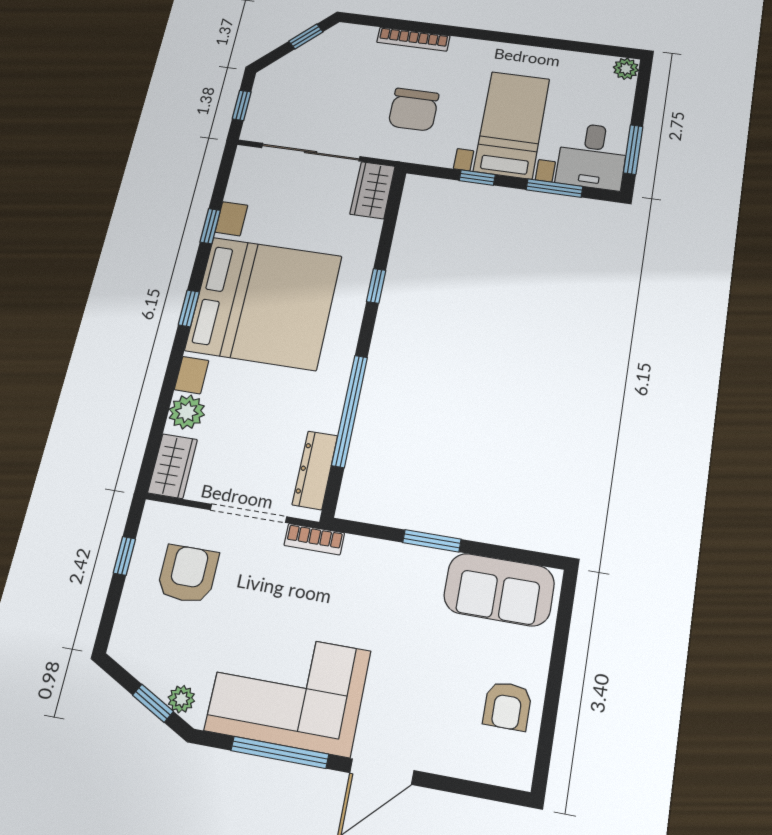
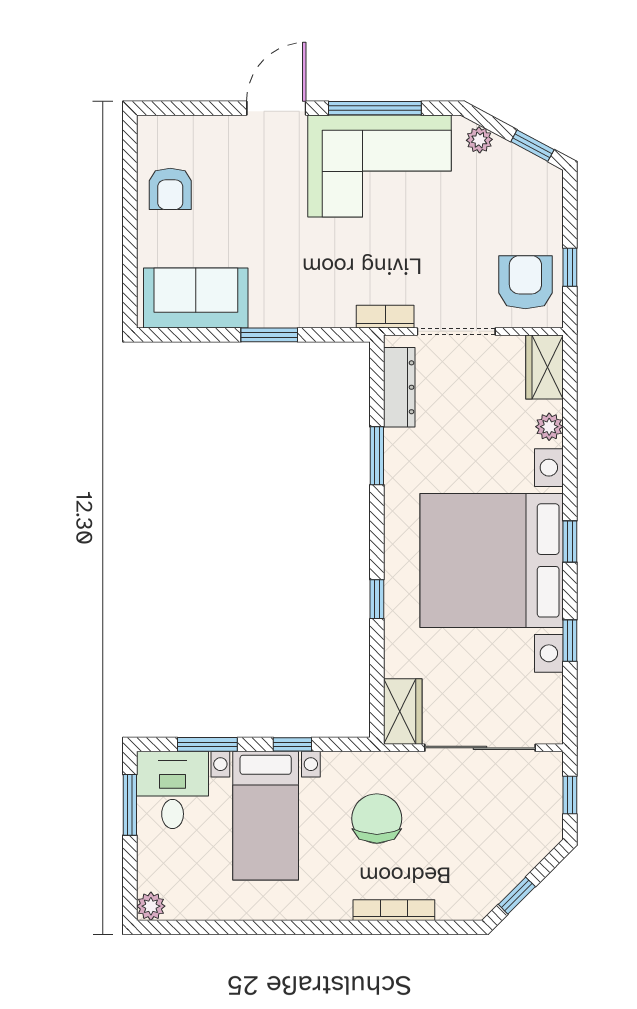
window: (350, 411) -> (377, 456), width x0.47
plant: (187, 412) -> (549, 427), width x0.73, depth x0.73
armchair: (188, 574) -> (525, 282), moved, turned 180
window: (153, 703) -> (532, 146), moved
armchair: (507, 706) -> (170, 189), turned 180

